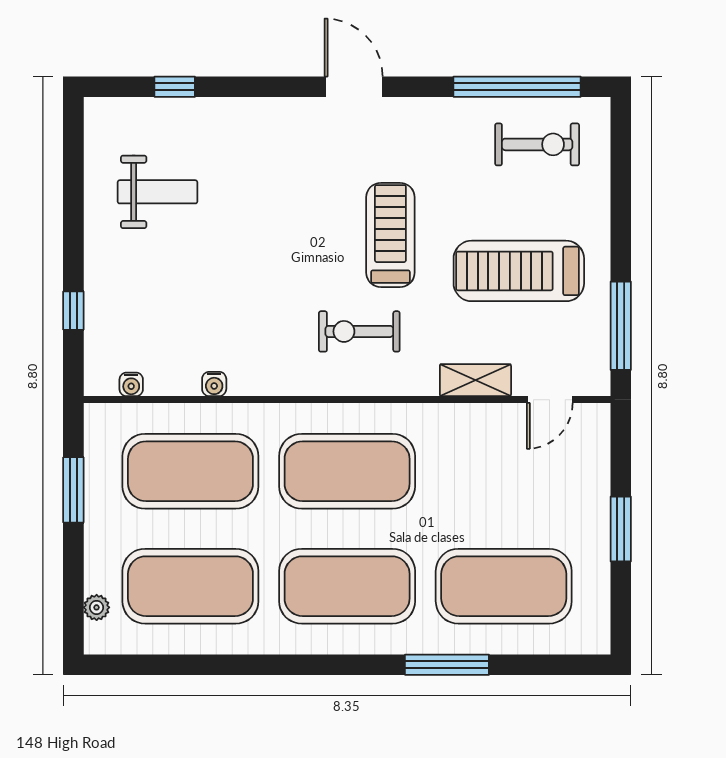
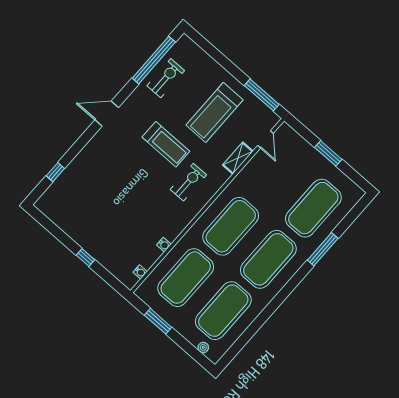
exercise bike: (537, 144) -> (166, 78), moved
weight bench: (157, 192) -> (85, 208), removed
treadmill: (390, 235) -> (166, 144), turned 180
window: (73, 311) -> (85, 257), moved
exercise bike: (359, 331) -> (188, 182), turned 180

